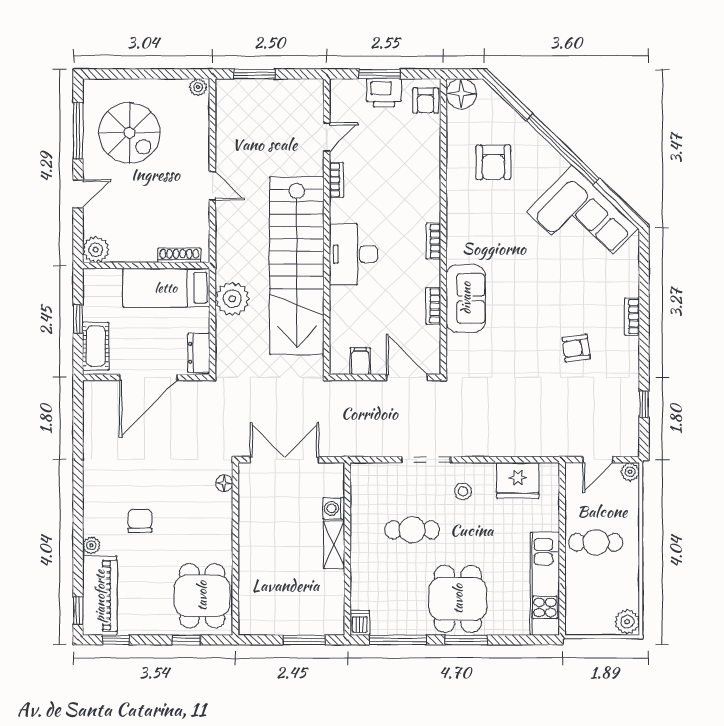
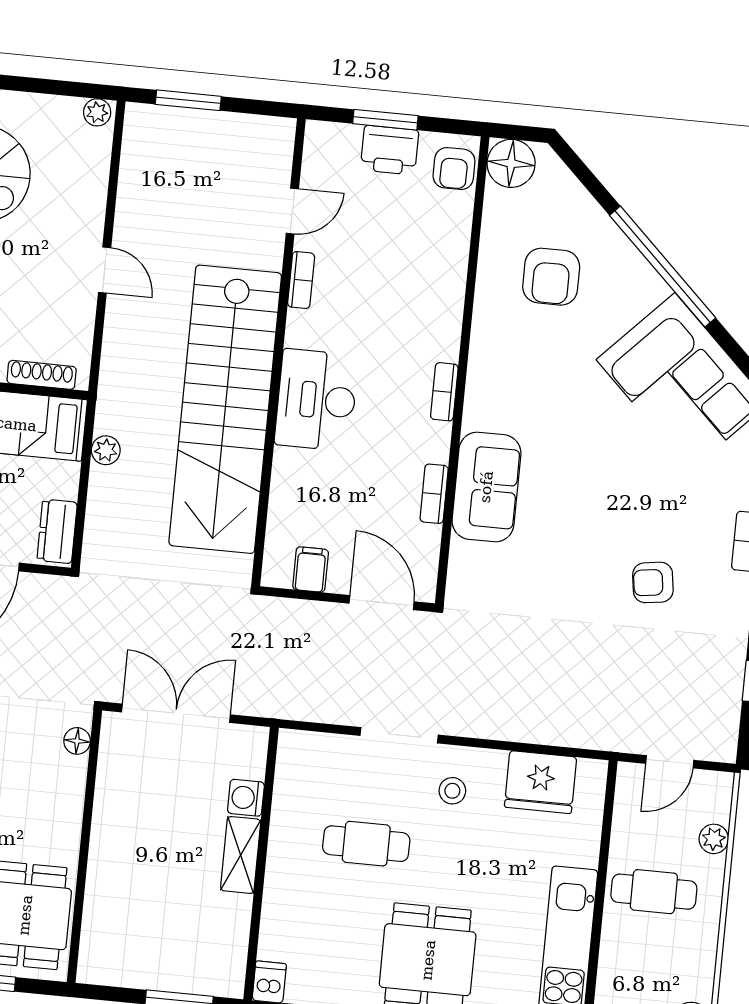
plant: (232, 299) -> (106, 450), width x0.53, depth x0.53
plant: (630, 472) -> (714, 839), moved

